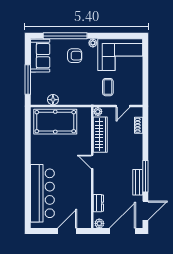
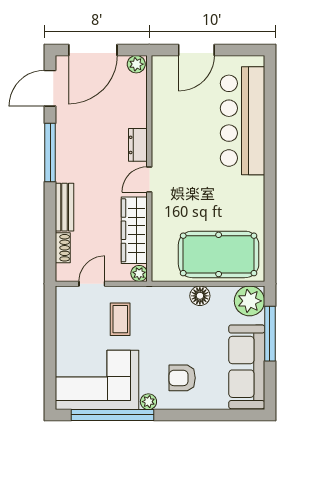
window: (65, 36) -> (112, 415), moved
sofa: (40, 56) -> (247, 367), width x1.36
plant: (39, 97) -> (250, 301), added
floor lamp: (53, 100) -> (200, 296), moved
door: (92, 162) -> (149, 179), swing flipped
bench: (138, 182) -> (65, 207), moved
dresser: (98, 203) -> (138, 145), moved

